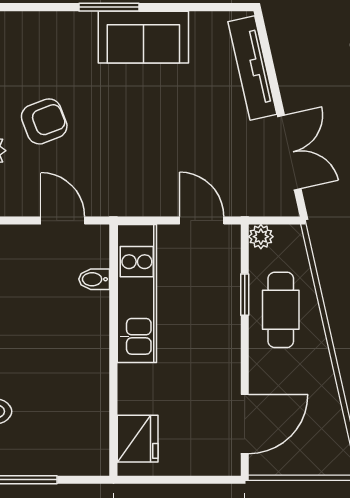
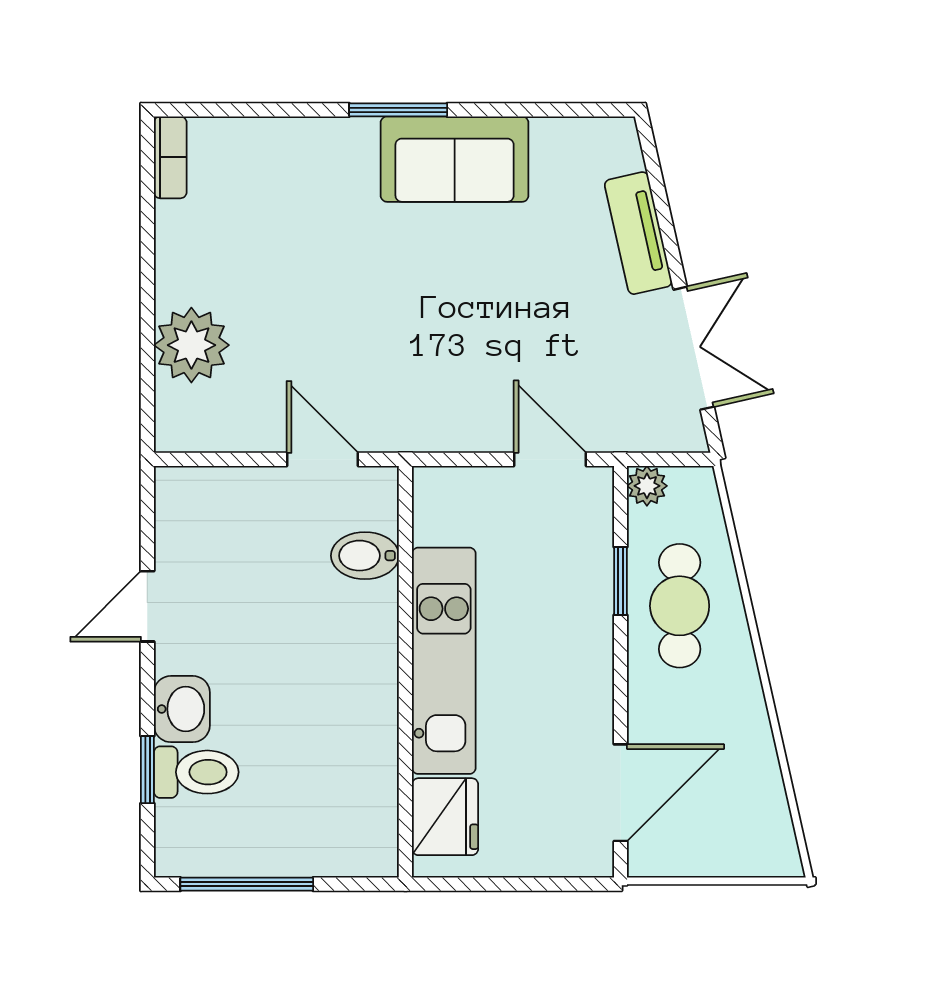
tv unit: (252, 68) -> (638, 233), width x0.71
armchair: (44, 121) -> (292, 297), removed
bidet: (94, 279) -> (365, 556), width x1.38, depth x1.36
kitchen unit: (137, 293) -> (444, 661), moved

